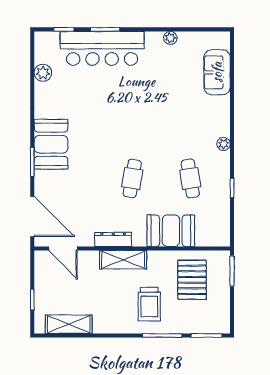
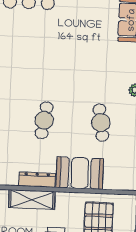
dresser: (113, 239) -> (37, 180), moved

